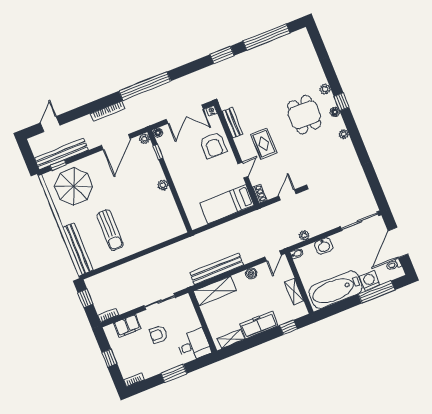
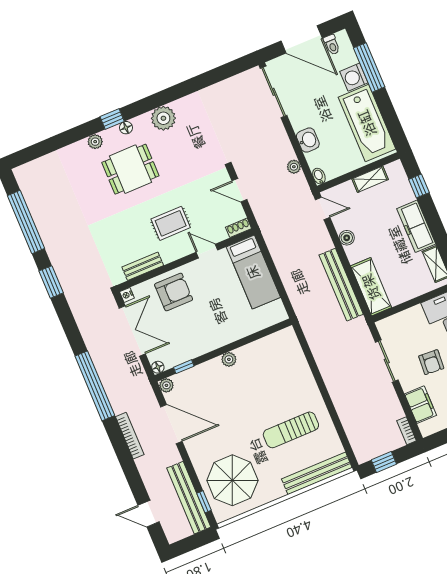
plant: (344, 134) -> (163, 118), width x1.88, depth x1.88
sun lounger: (110, 230) -> (291, 430), turned 180

